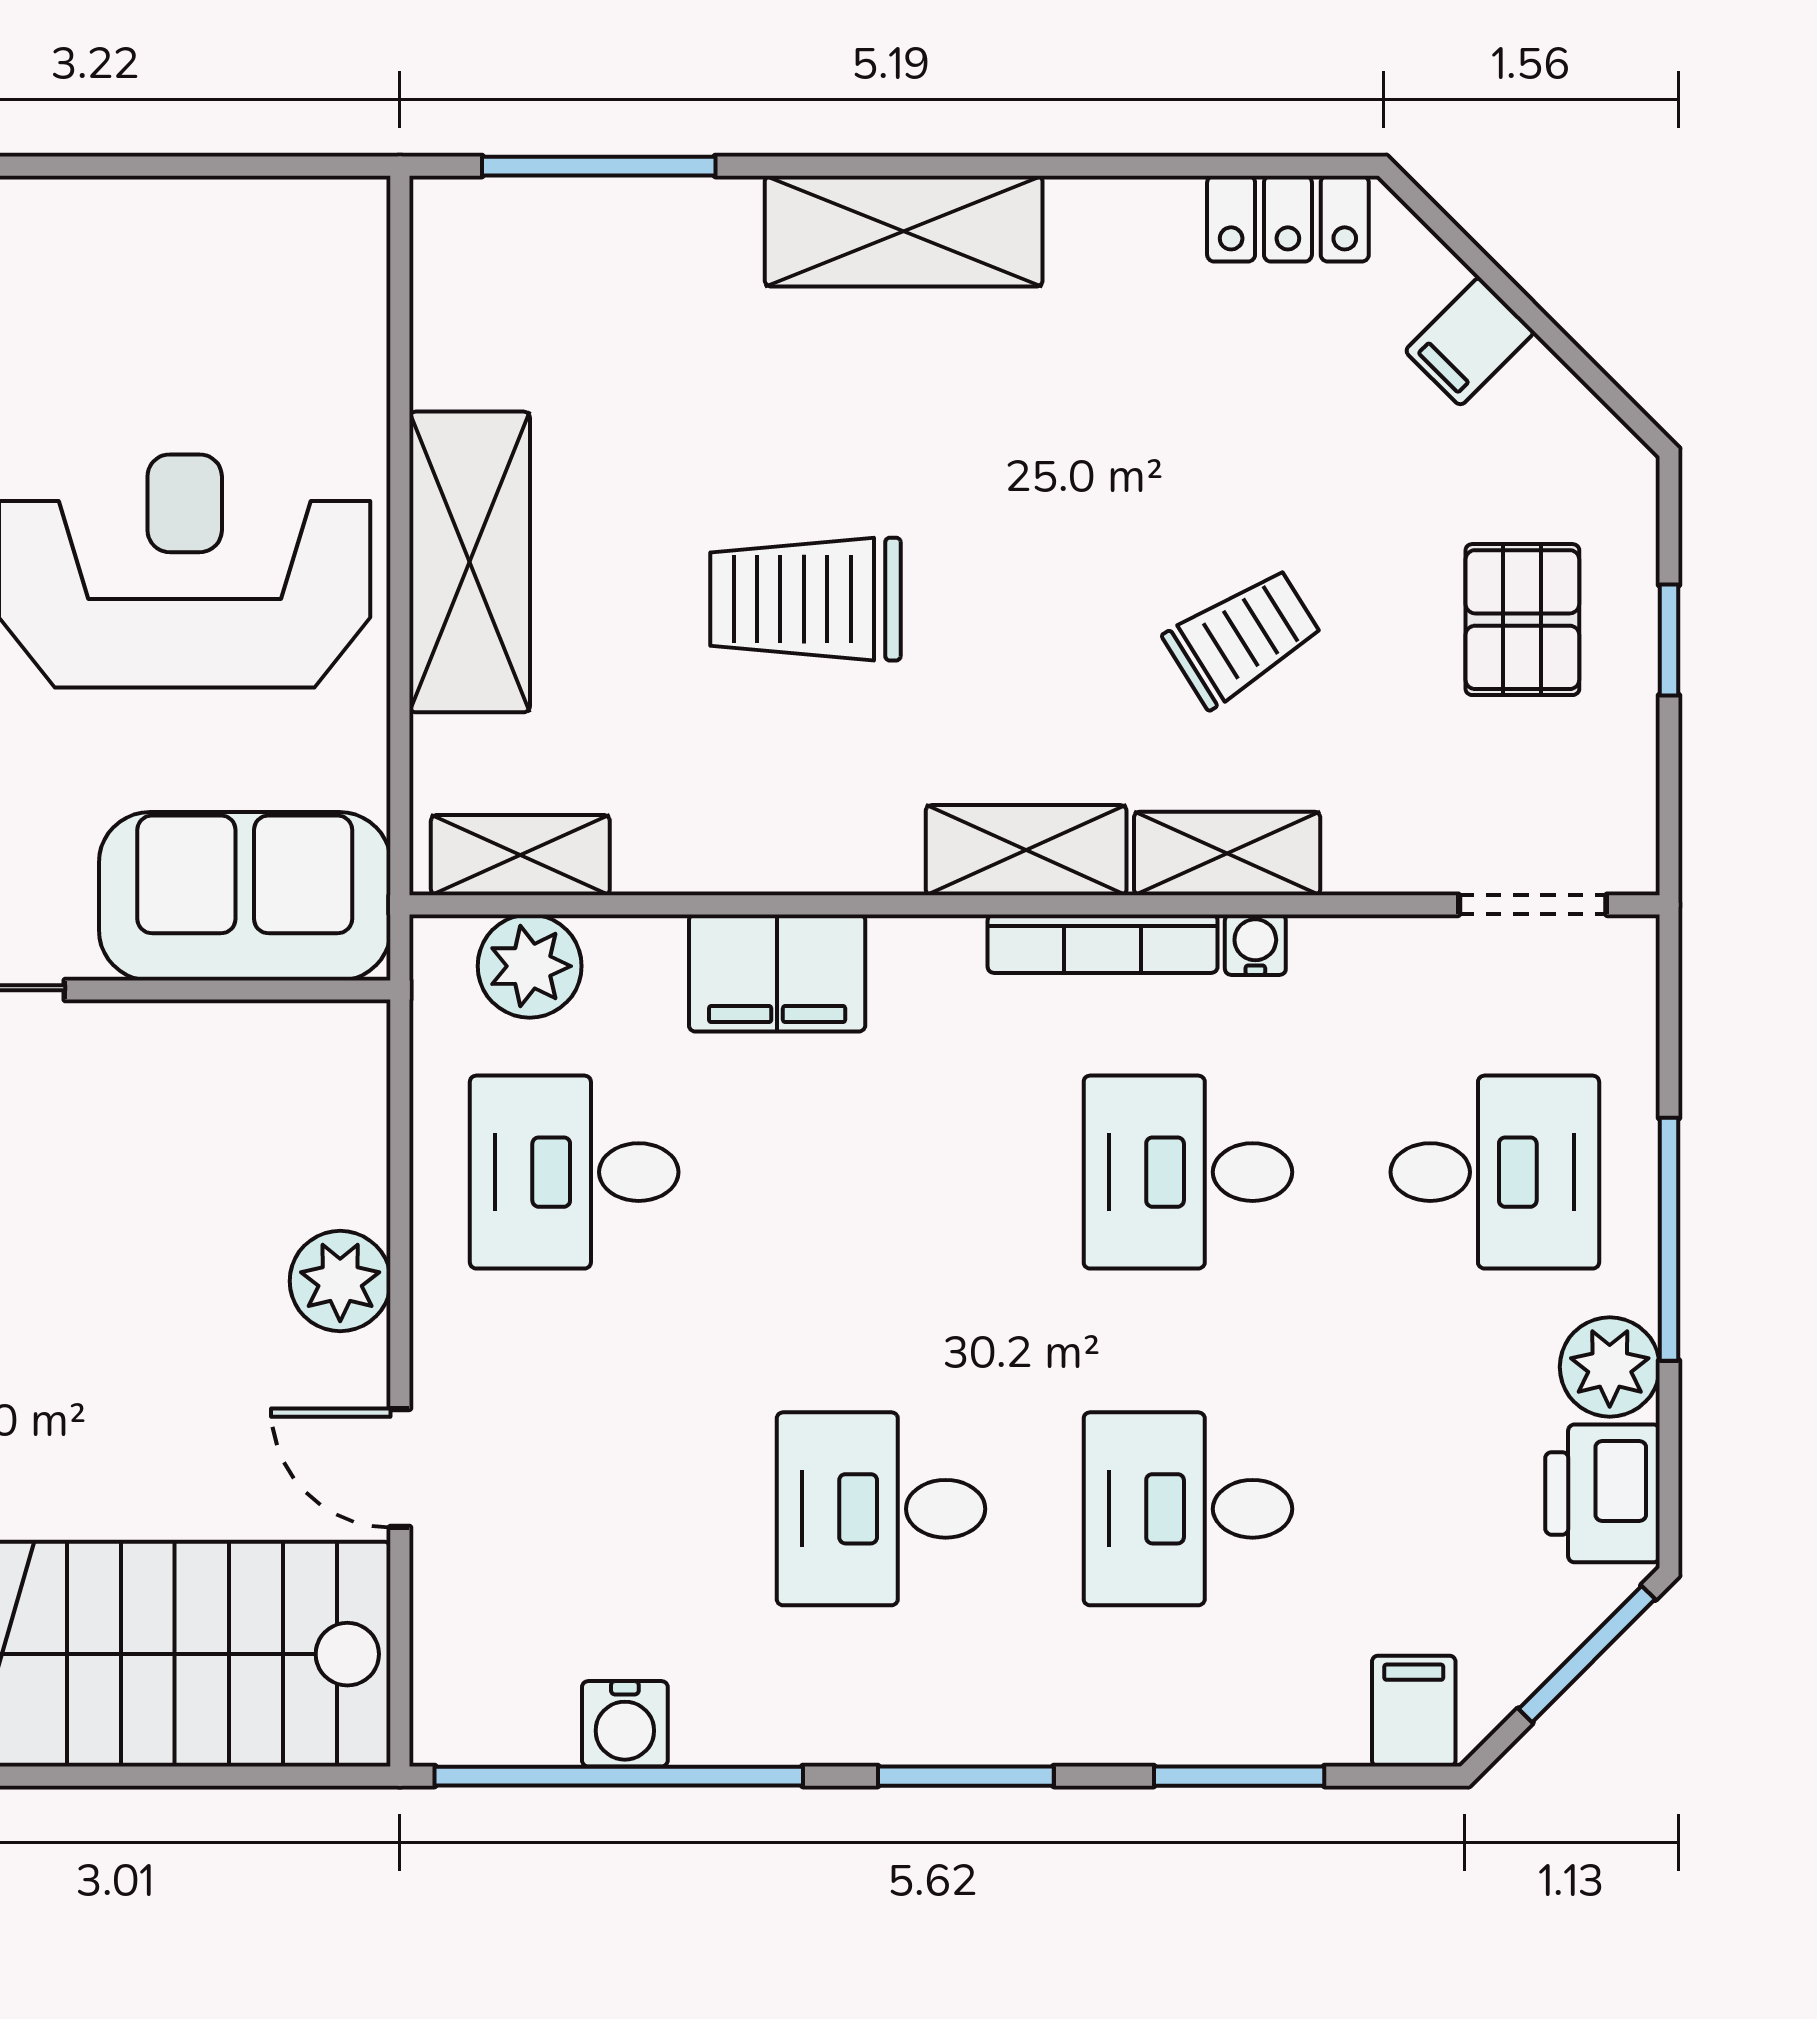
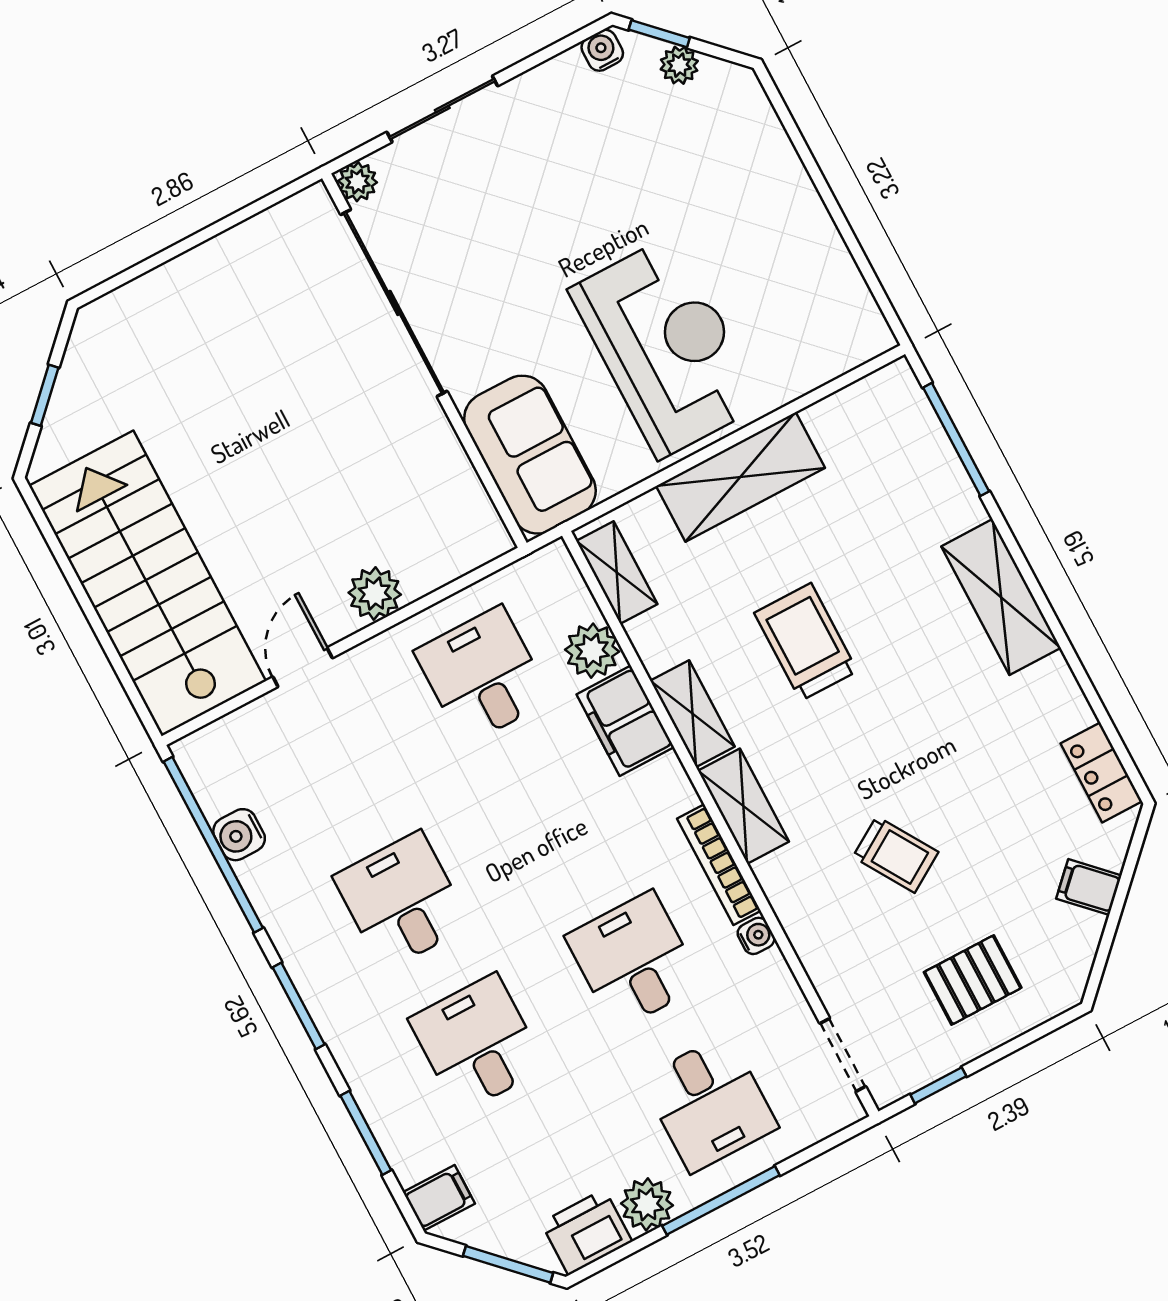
window: (1669, 640) -> (938, 1085), moved
shelving: (1227, 853) -> (693, 714), moved
plant: (530, 966) -> (592, 651), moved

